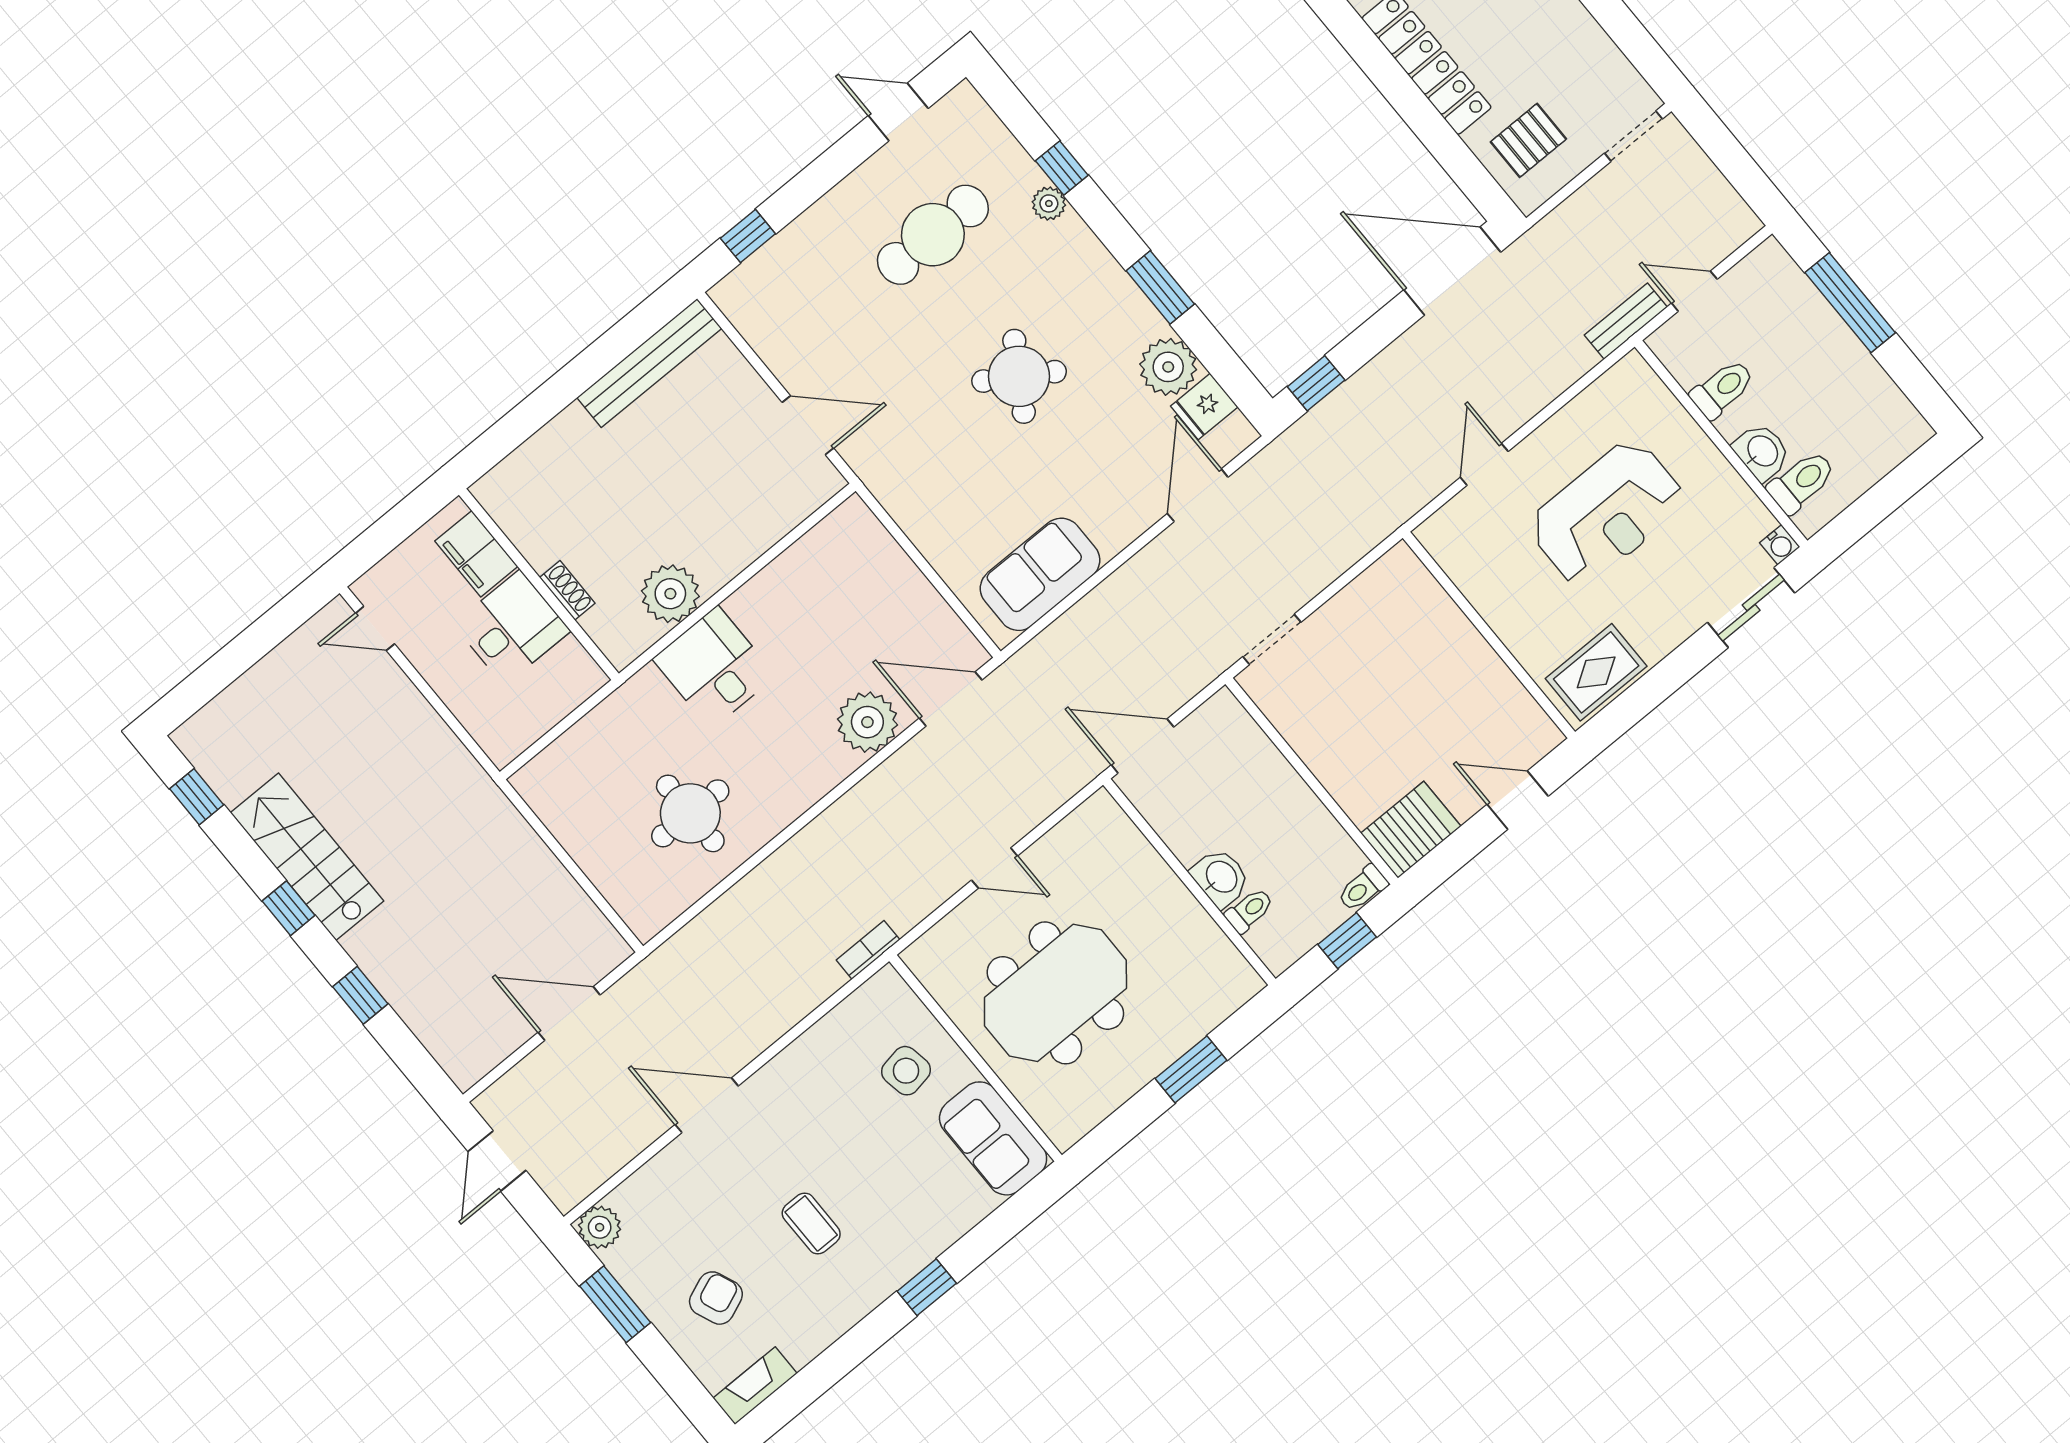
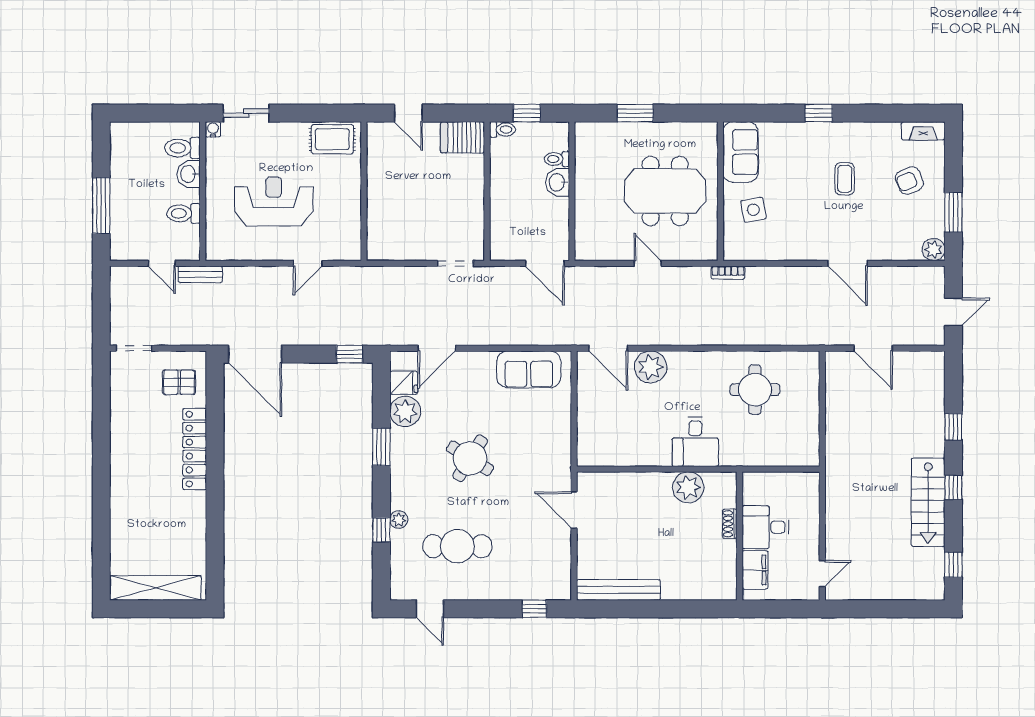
door: (375, 628) -> (822, 574), hinge flipped

